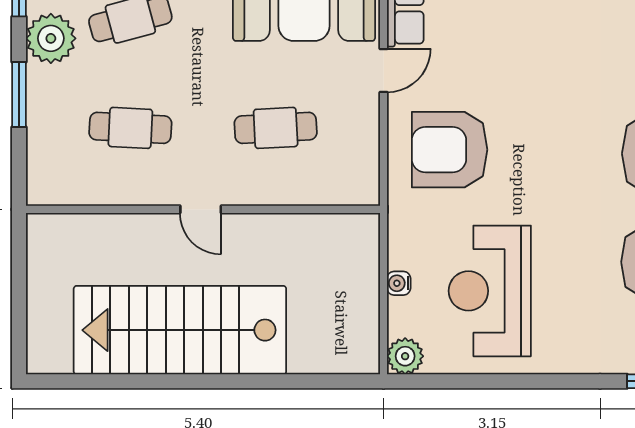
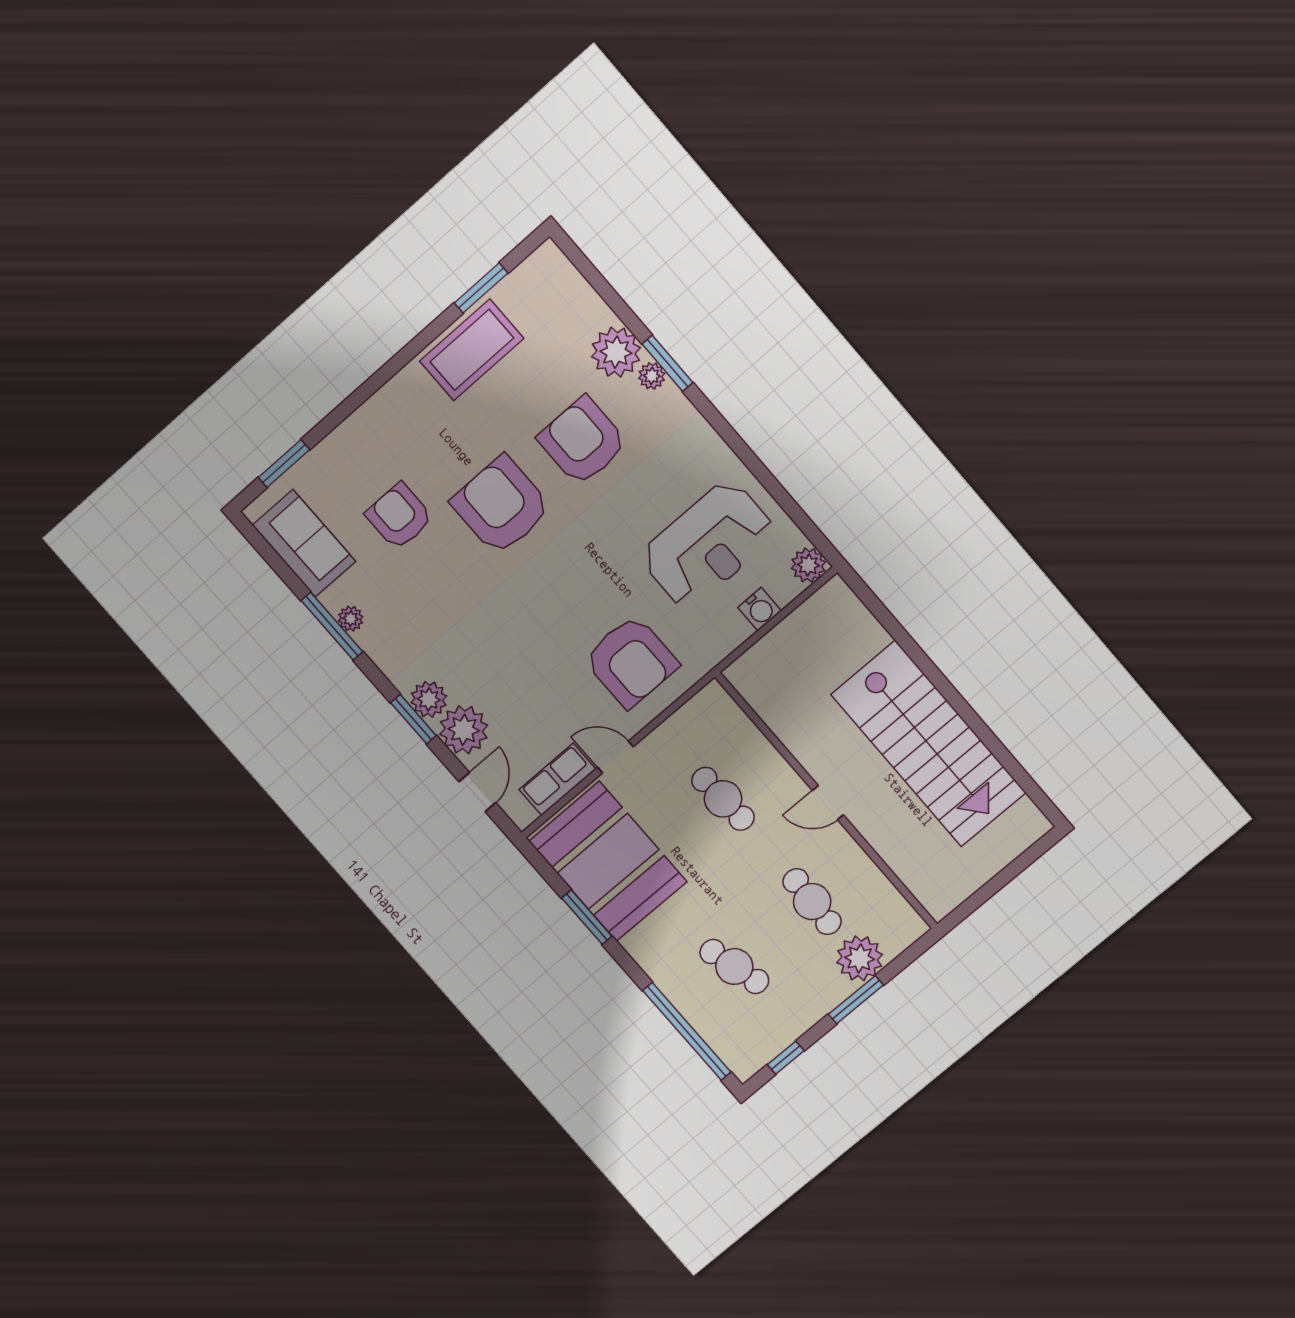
plant: (51, 38) -> (860, 958), moved
door: (201, 209) -> (828, 803), swing flipped
water cooler: (399, 283) -> (760, 609), width x1.38, depth x1.38

